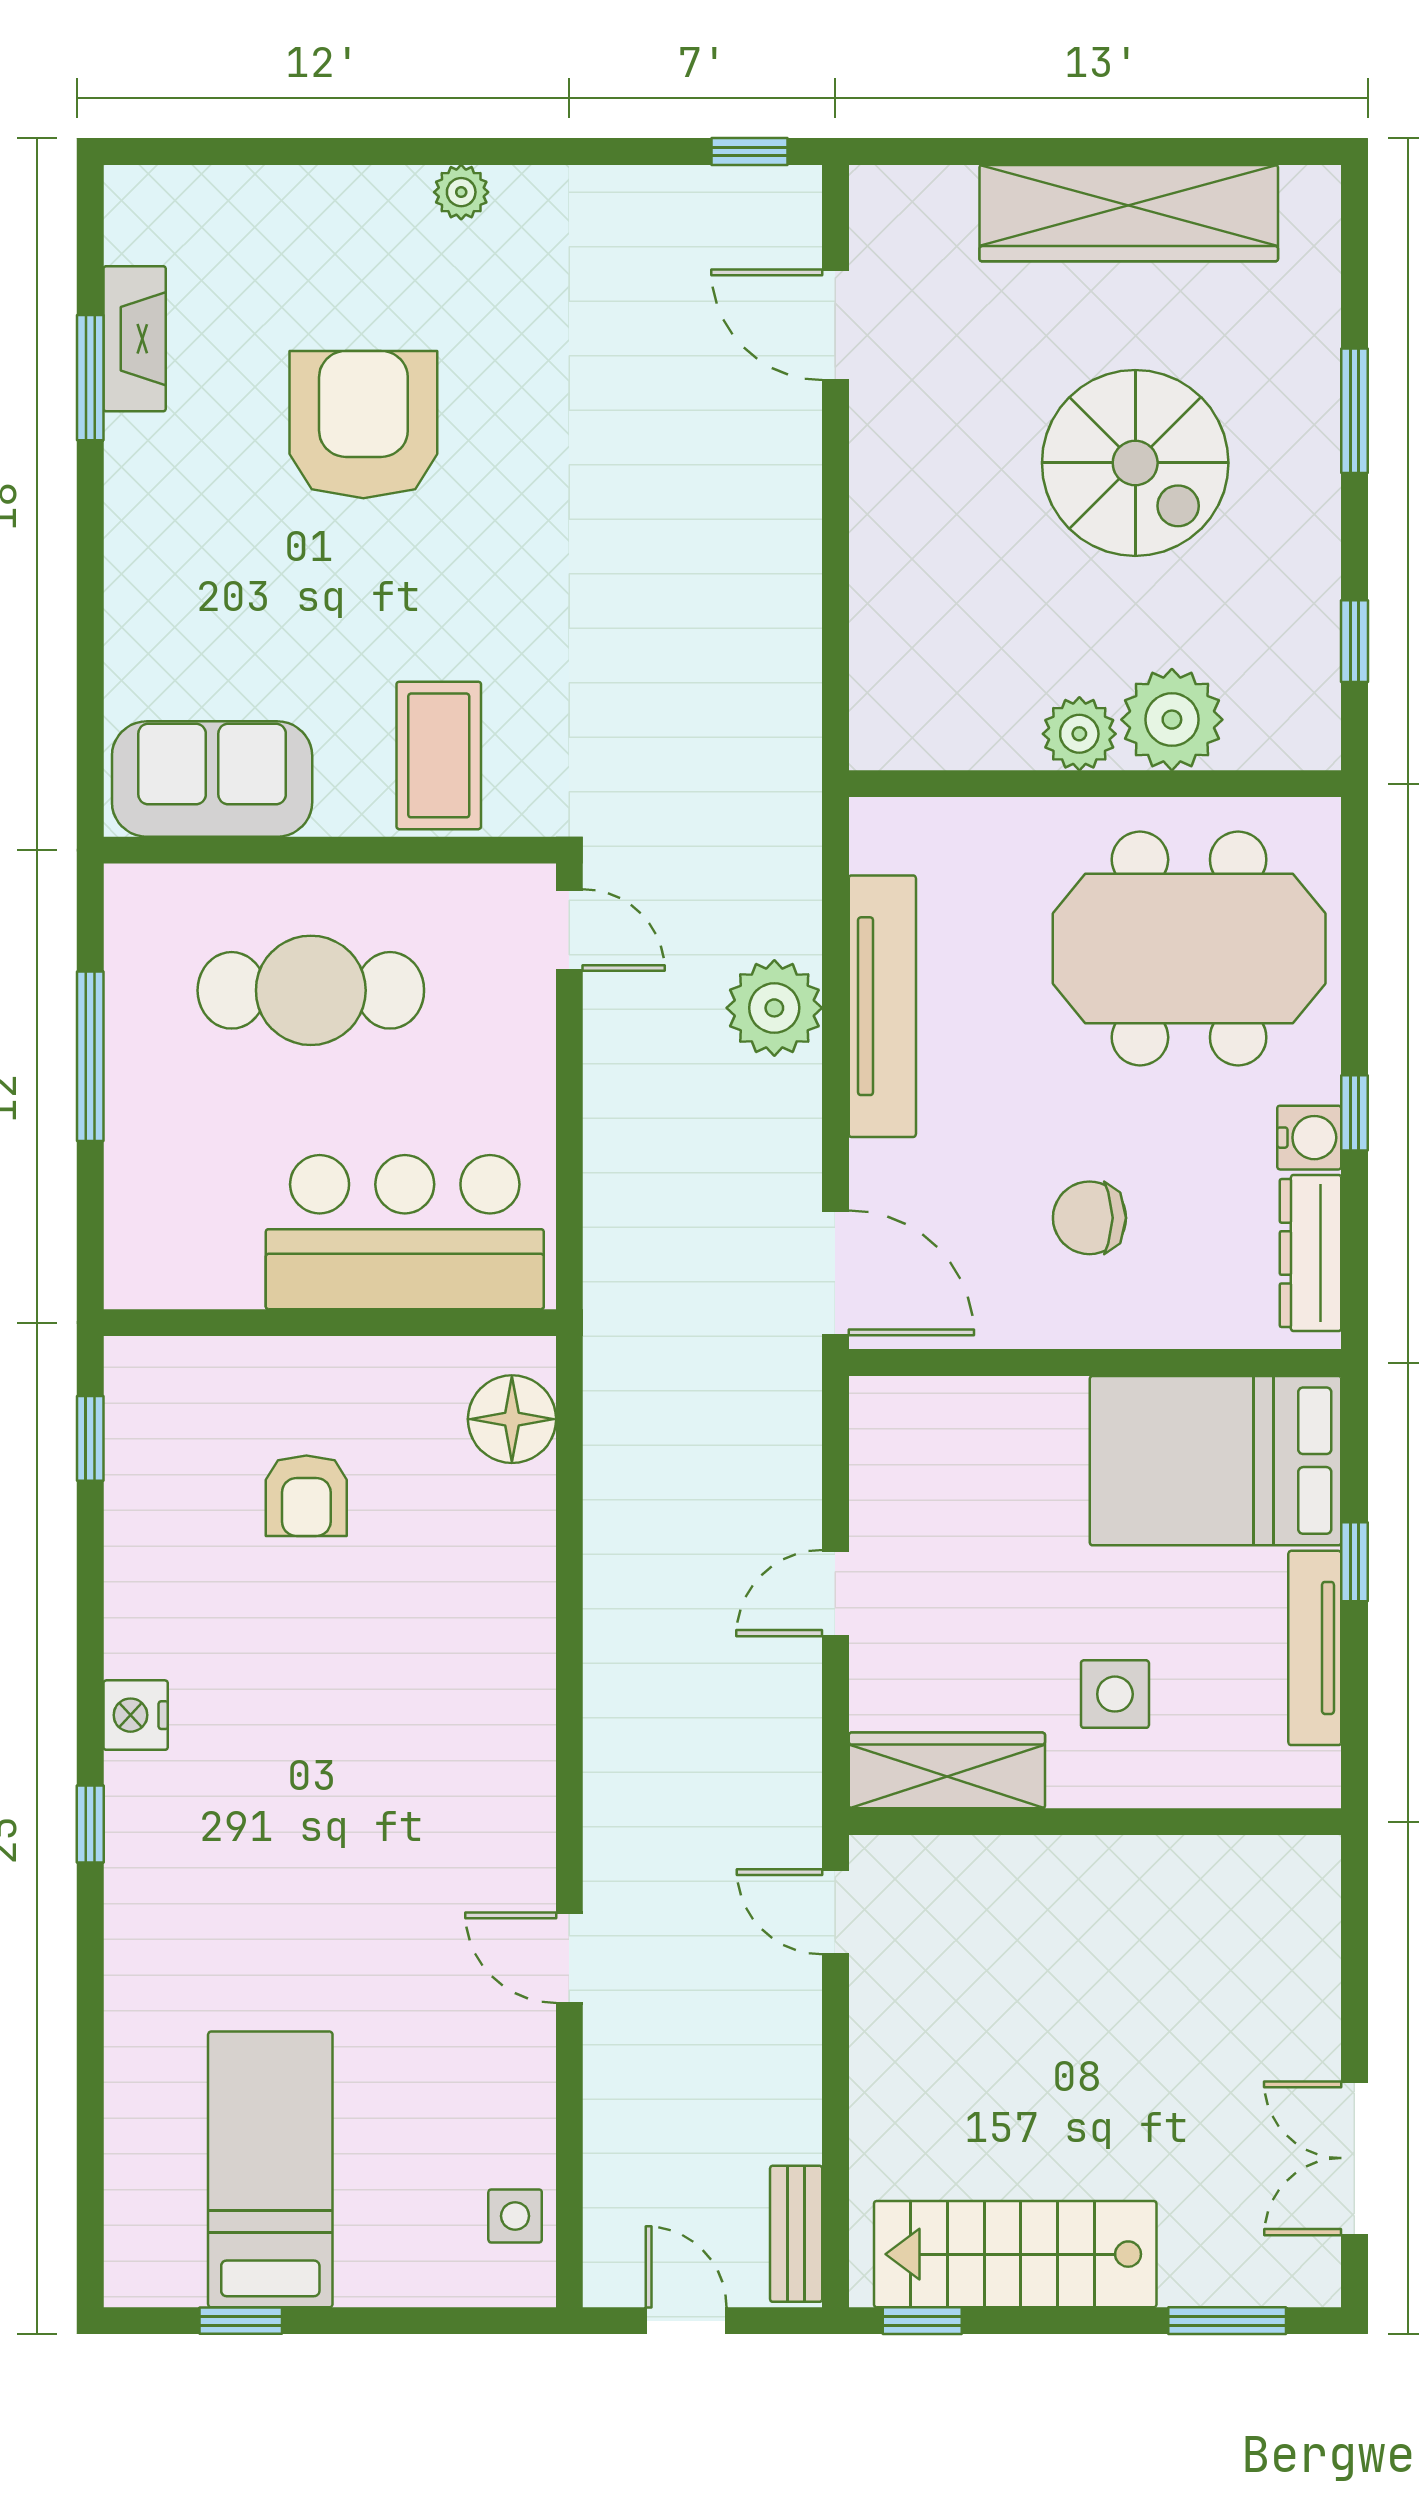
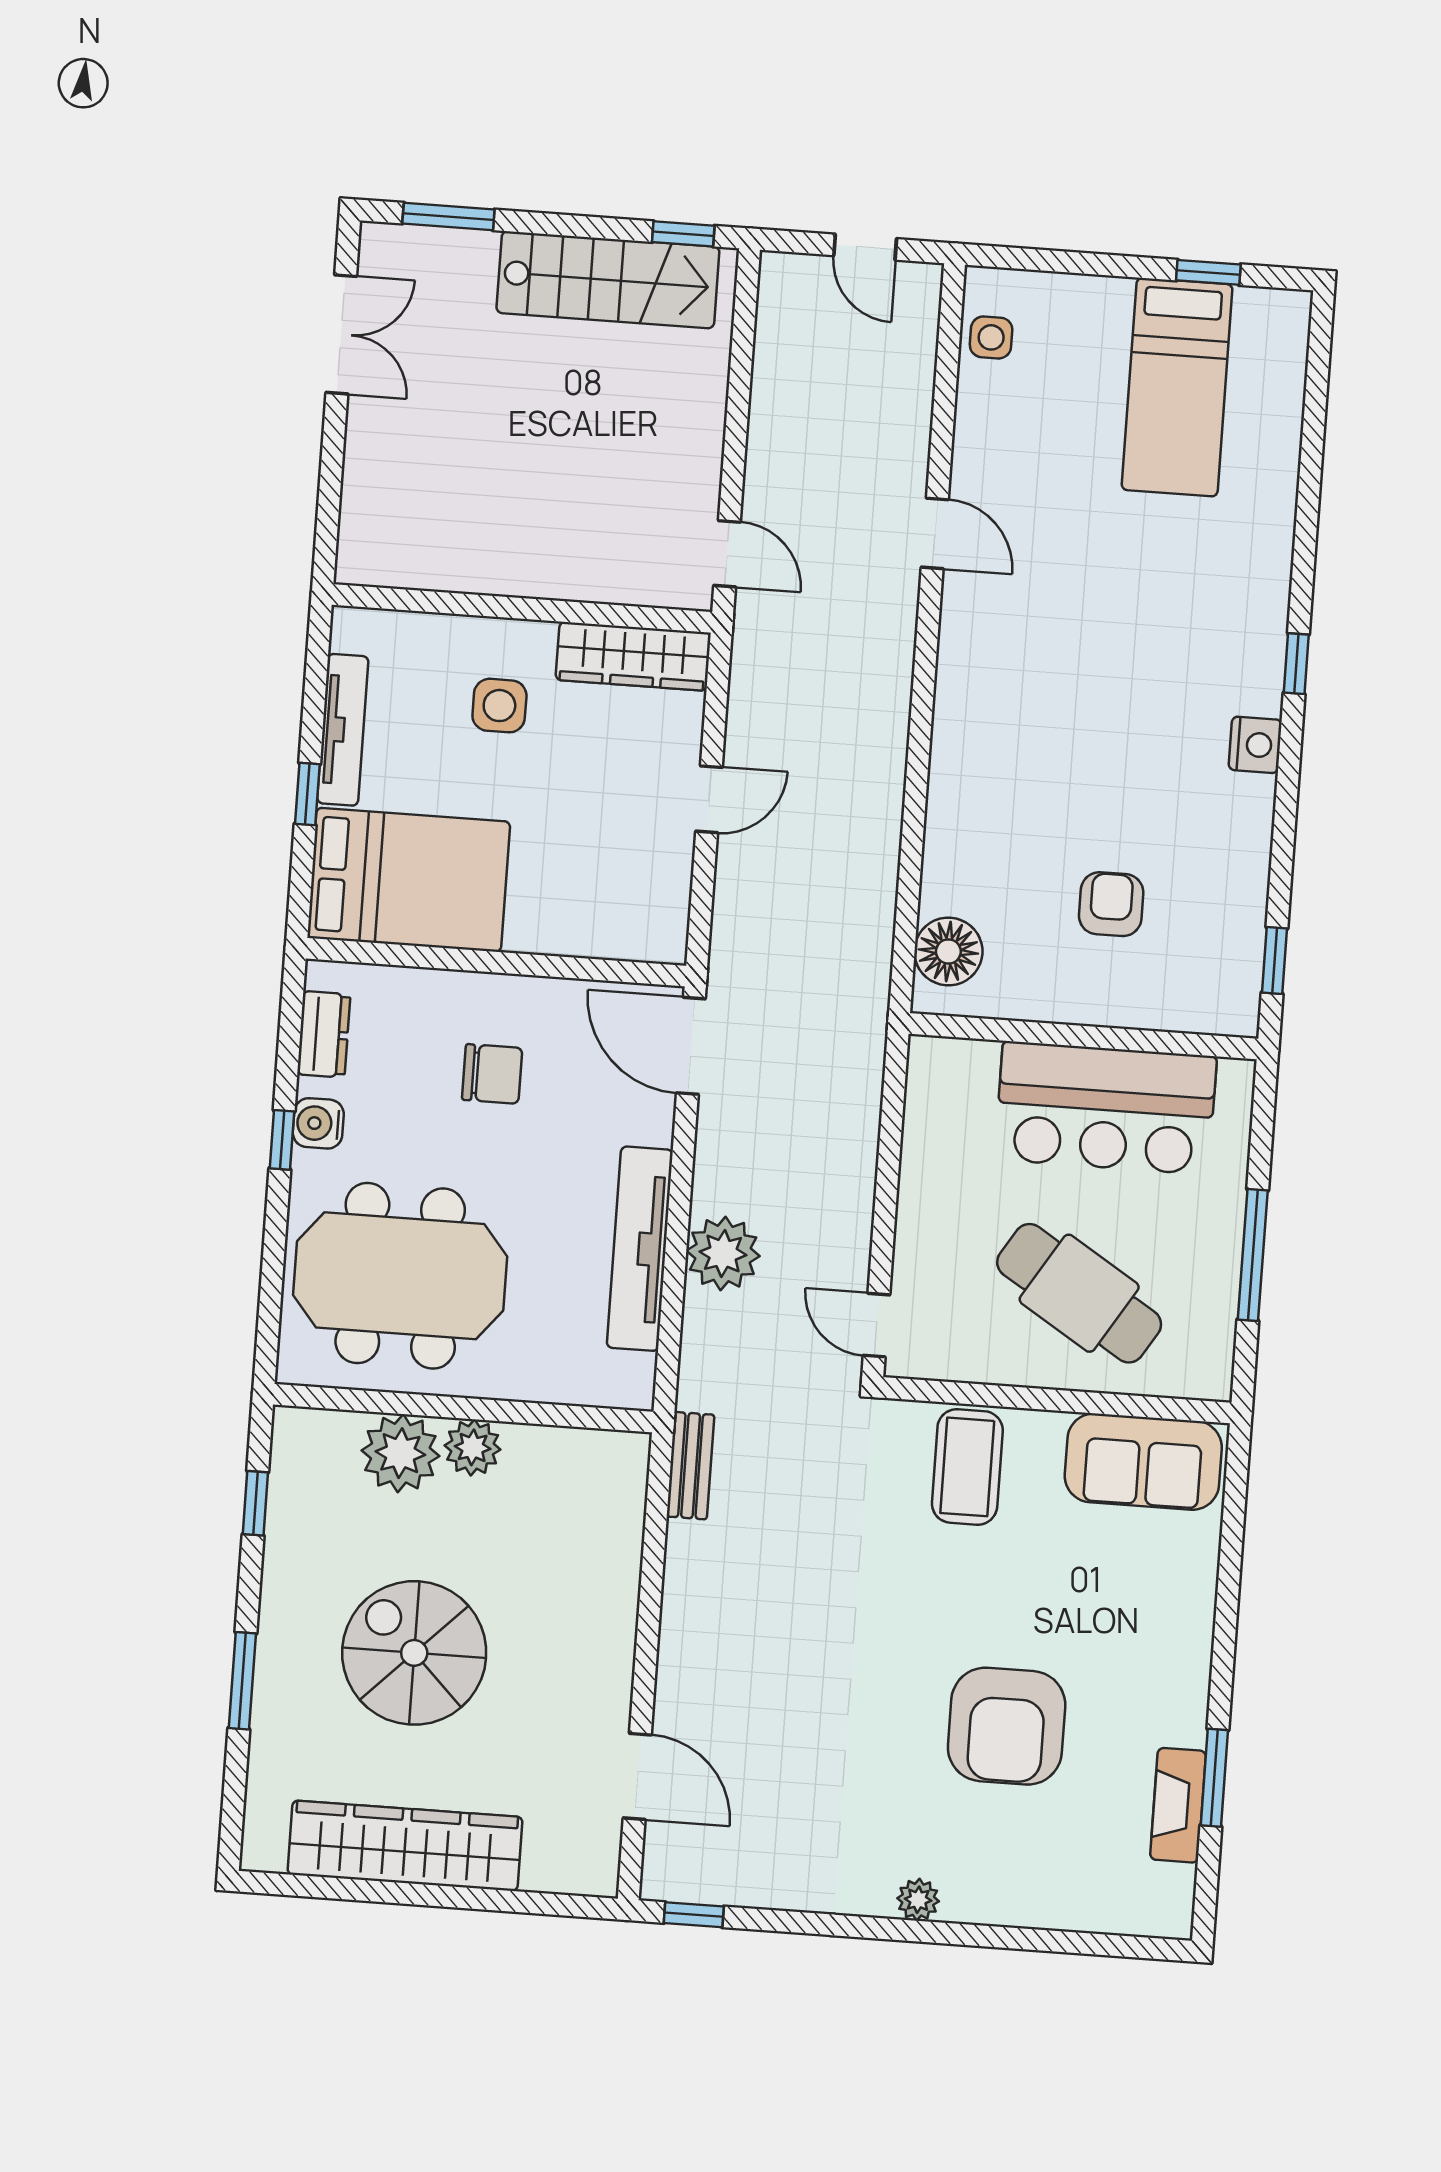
cafe table: (311, 990) -> (1079, 1293), turned 32
bar counter: (405, 1232) -> (1106, 1108), moved
dresser: (1311, 1253) -> (324, 1034), width x0.70
bench: (796, 2234) -> (691, 1466), moved

